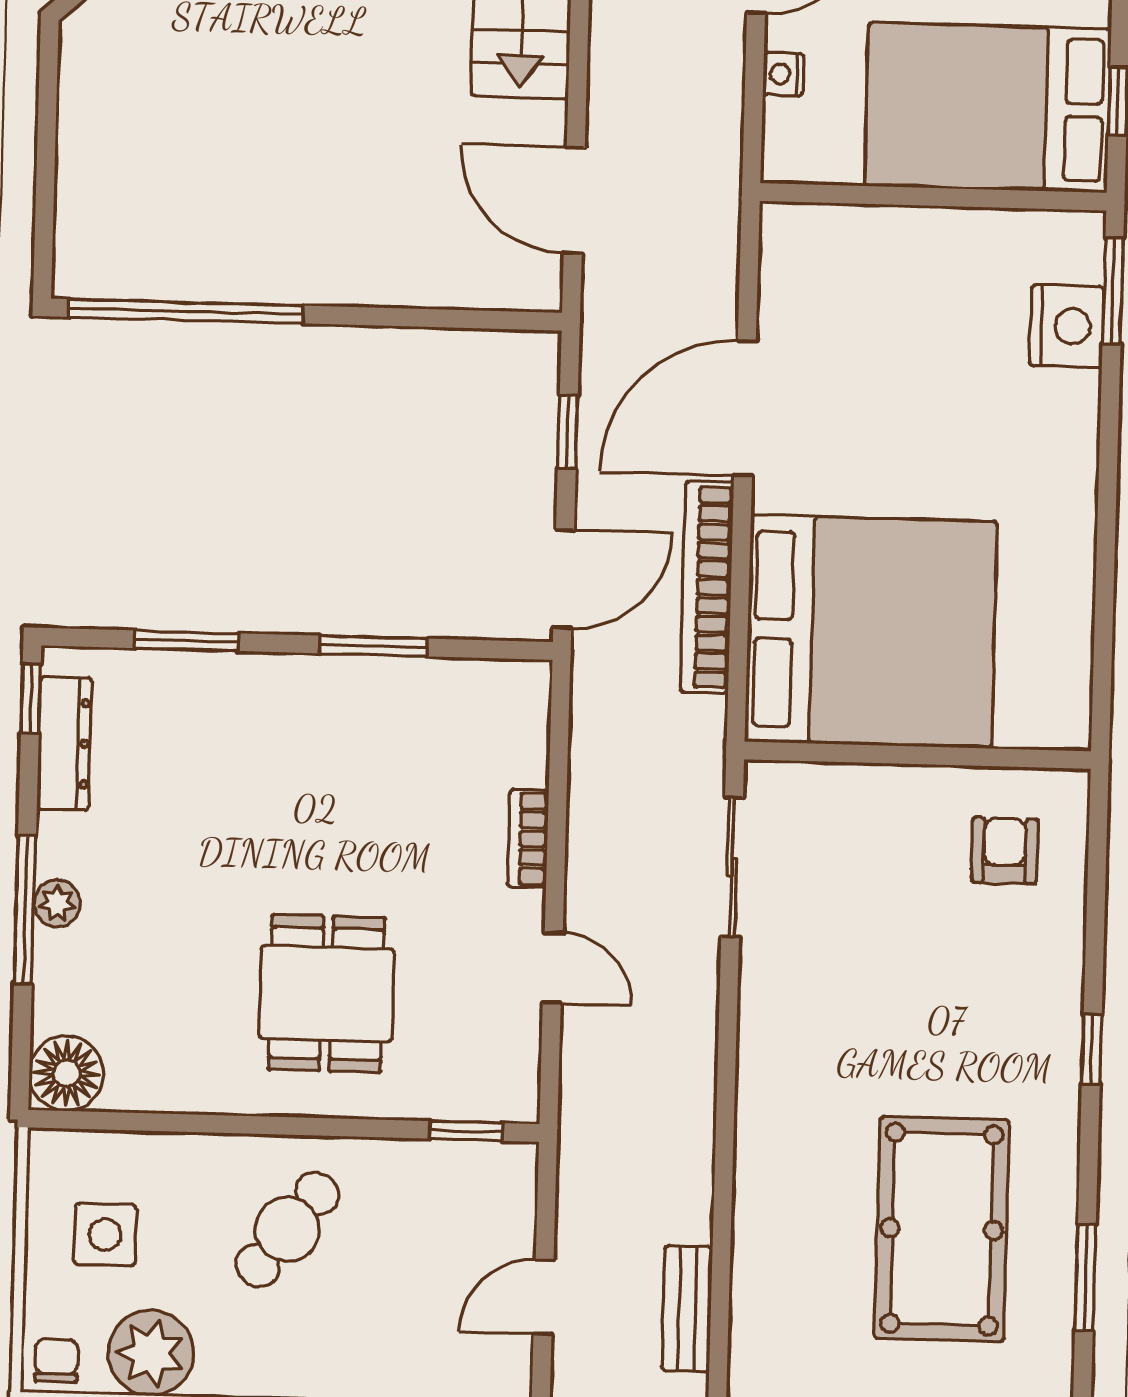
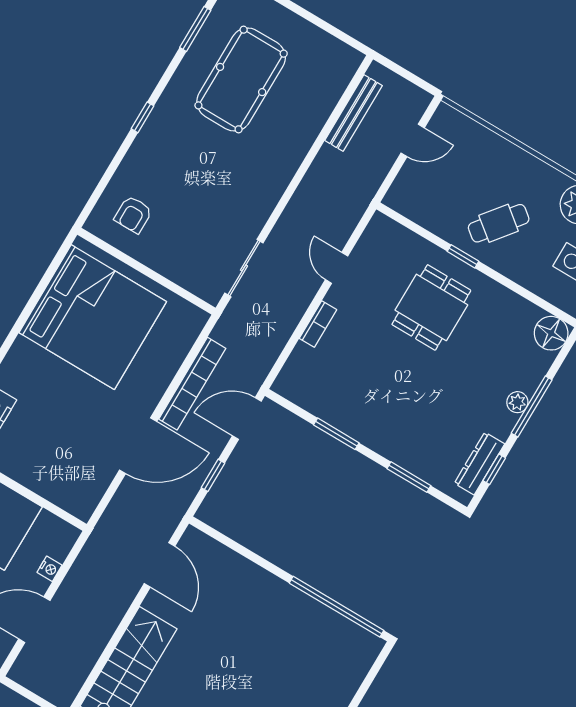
bed: (871, 632) -> (93, 317), moved, turned 180
window: (31, 699) -> (494, 469), moved
window: (466, 1131) -> (463, 256), moved
bench: (687, 1309) -> (354, 113), width x1.36

